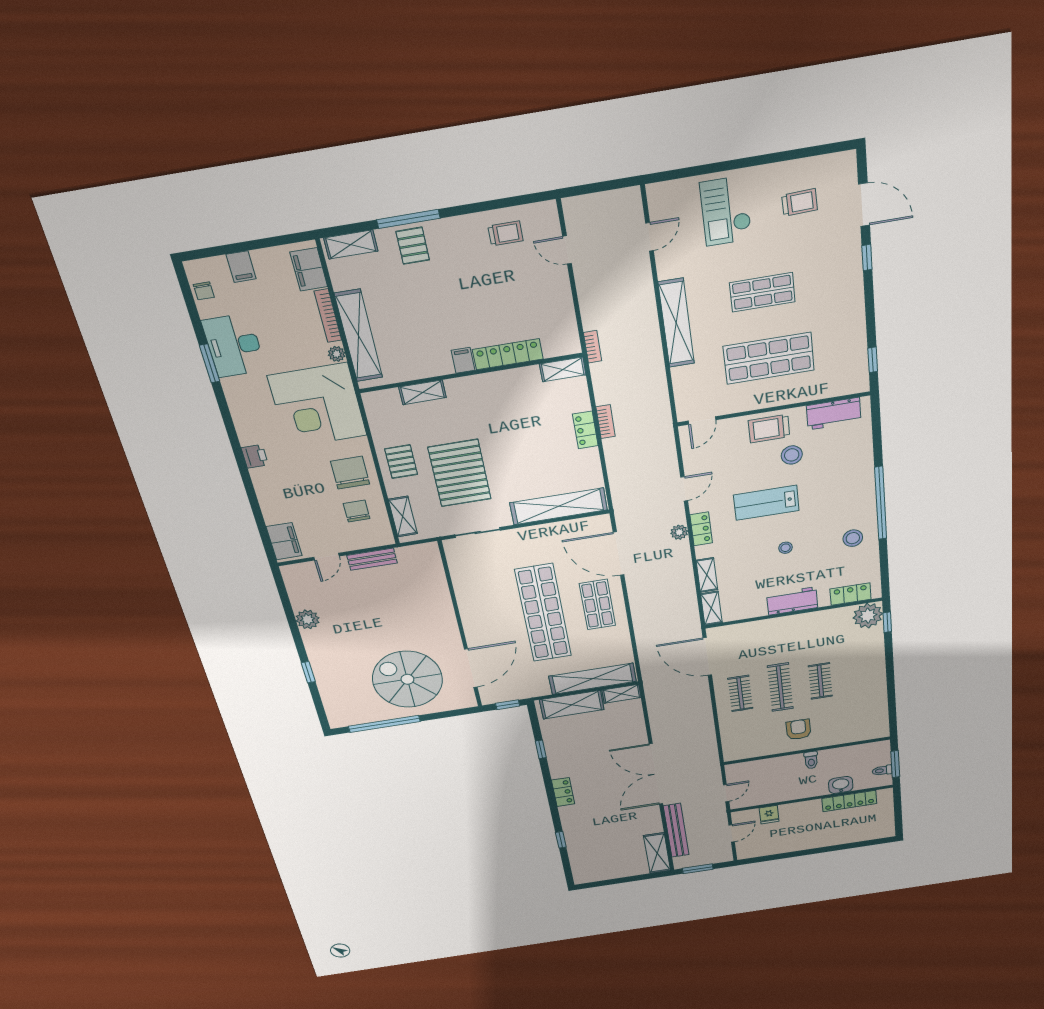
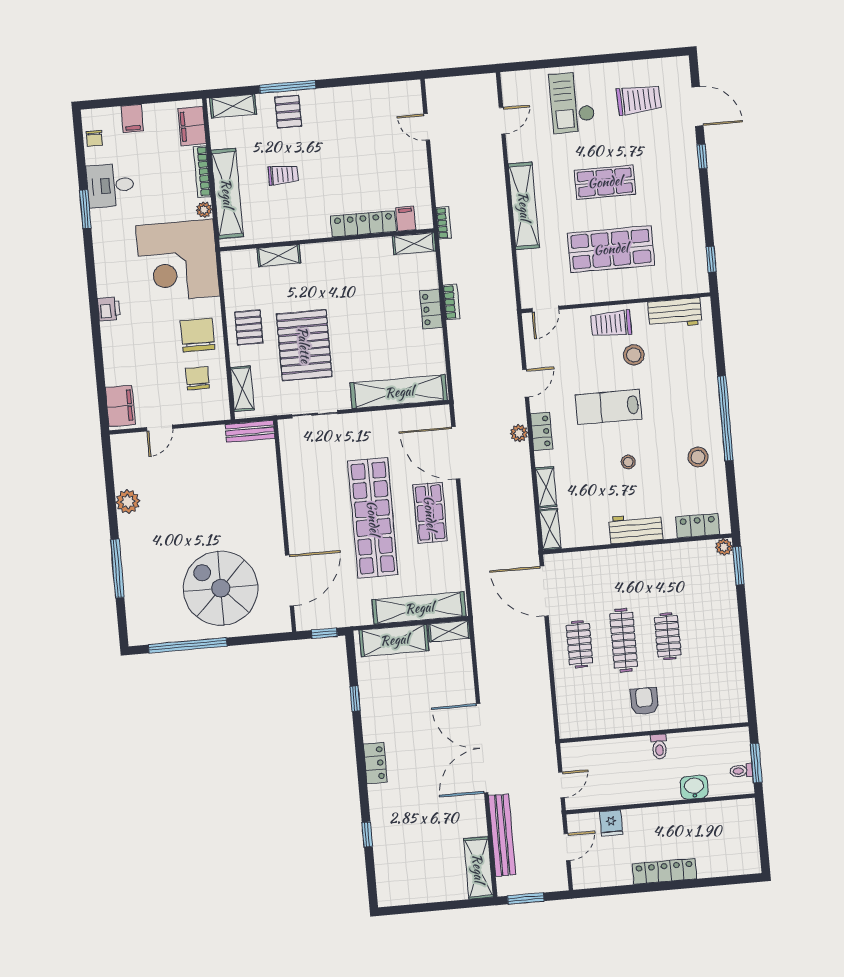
trolley: (800, 202) -> (639, 100), width x1.36, depth x1.39
trolley: (506, 233) -> (283, 175), moved
desk: (234, 346) -> (110, 185), width x0.73
filing cabinet: (463, 360) -> (406, 219), moved
bench: (372, 559) -> (250, 431), moved
plant: (868, 616) -> (724, 547), width x0.53, depth x0.53
window: (887, 622) -> (738, 566), width x1.50
window: (308, 672) -> (117, 568), width x2.17
locker: (849, 801) -> (664, 871), moved, turned 180

